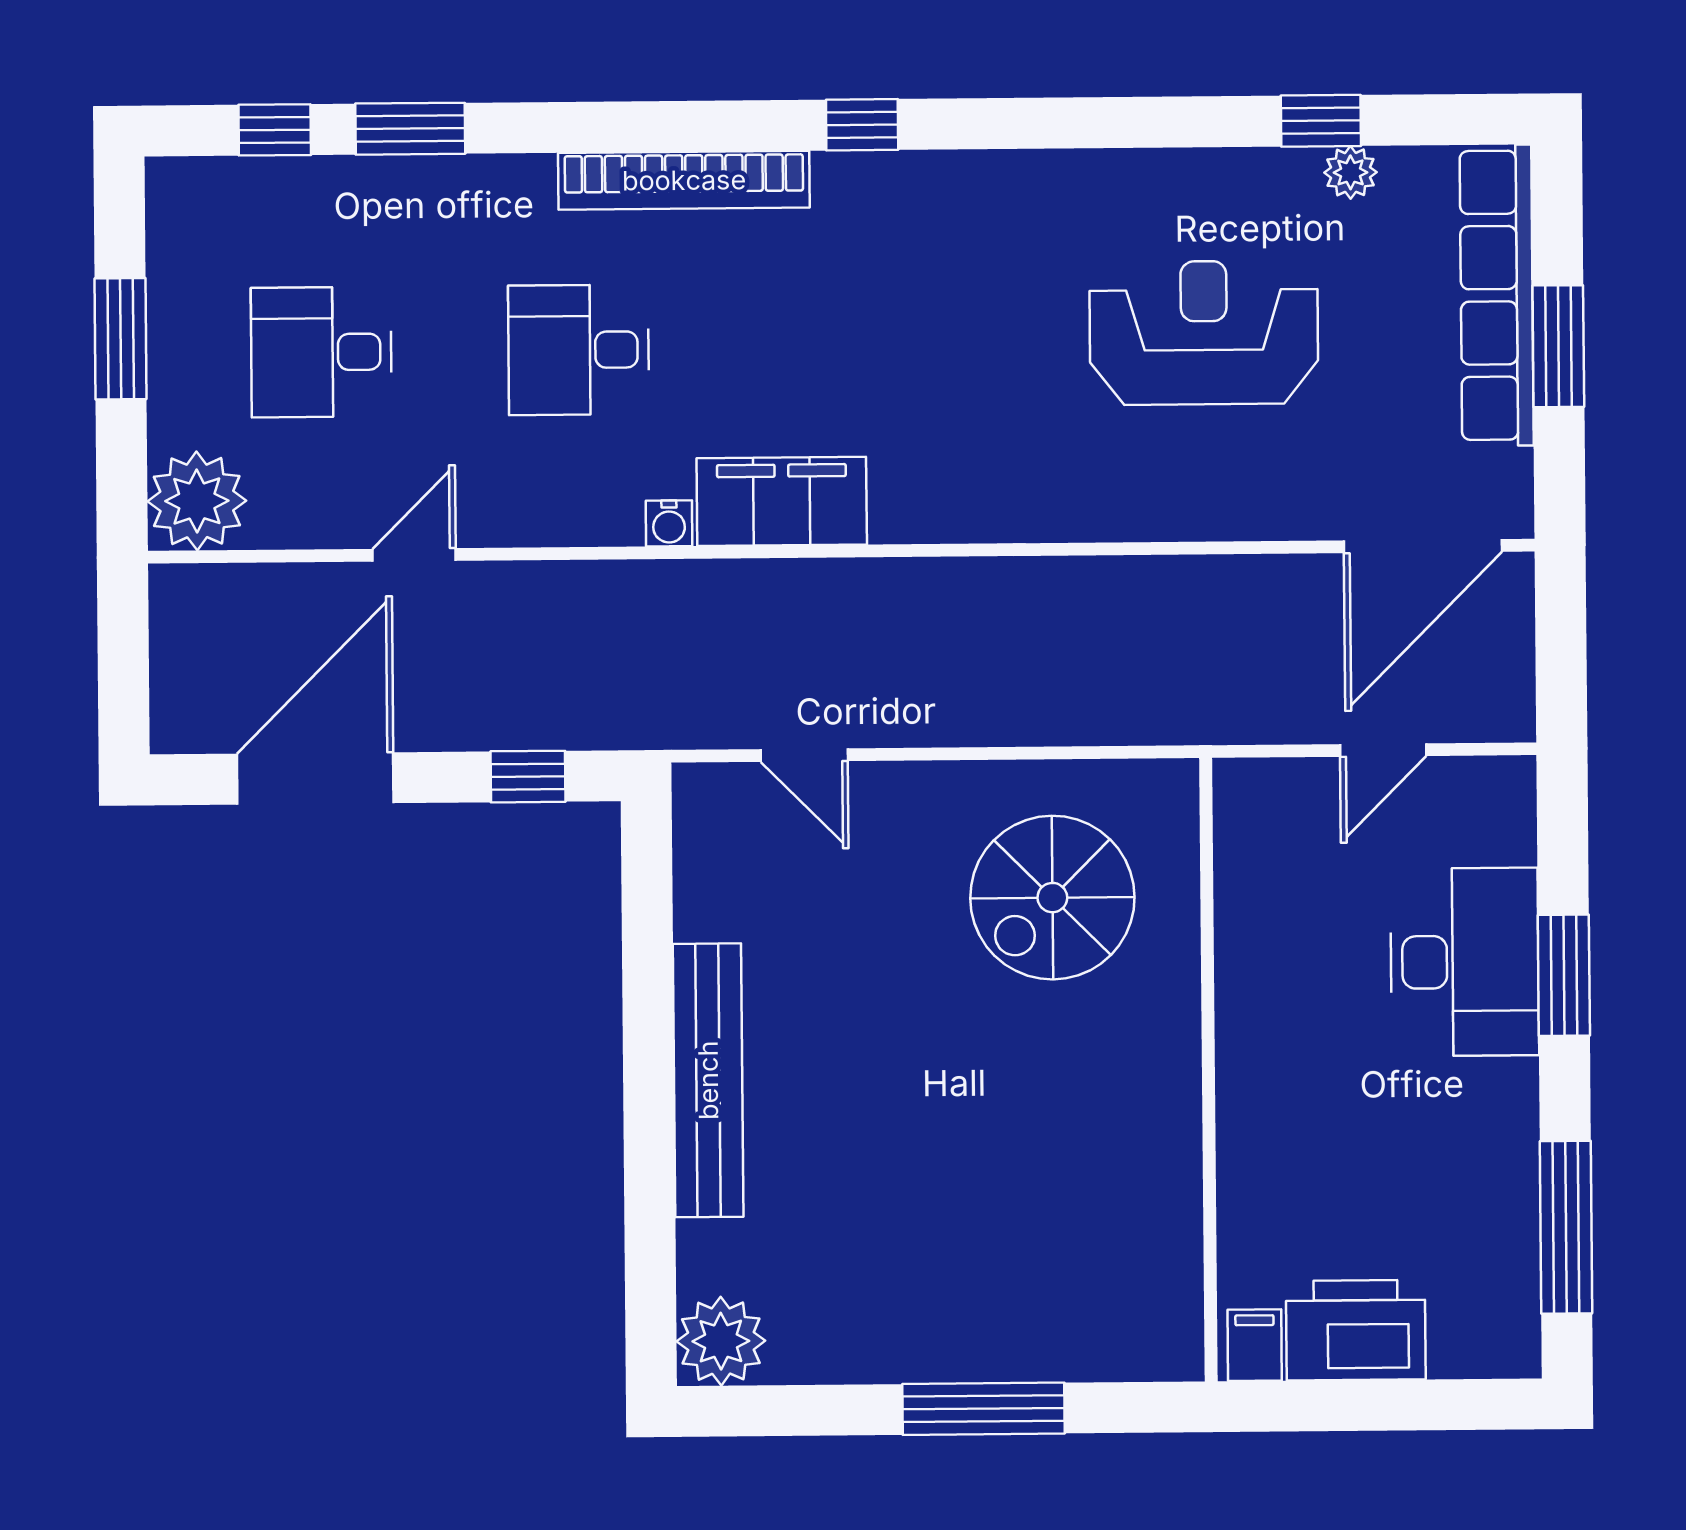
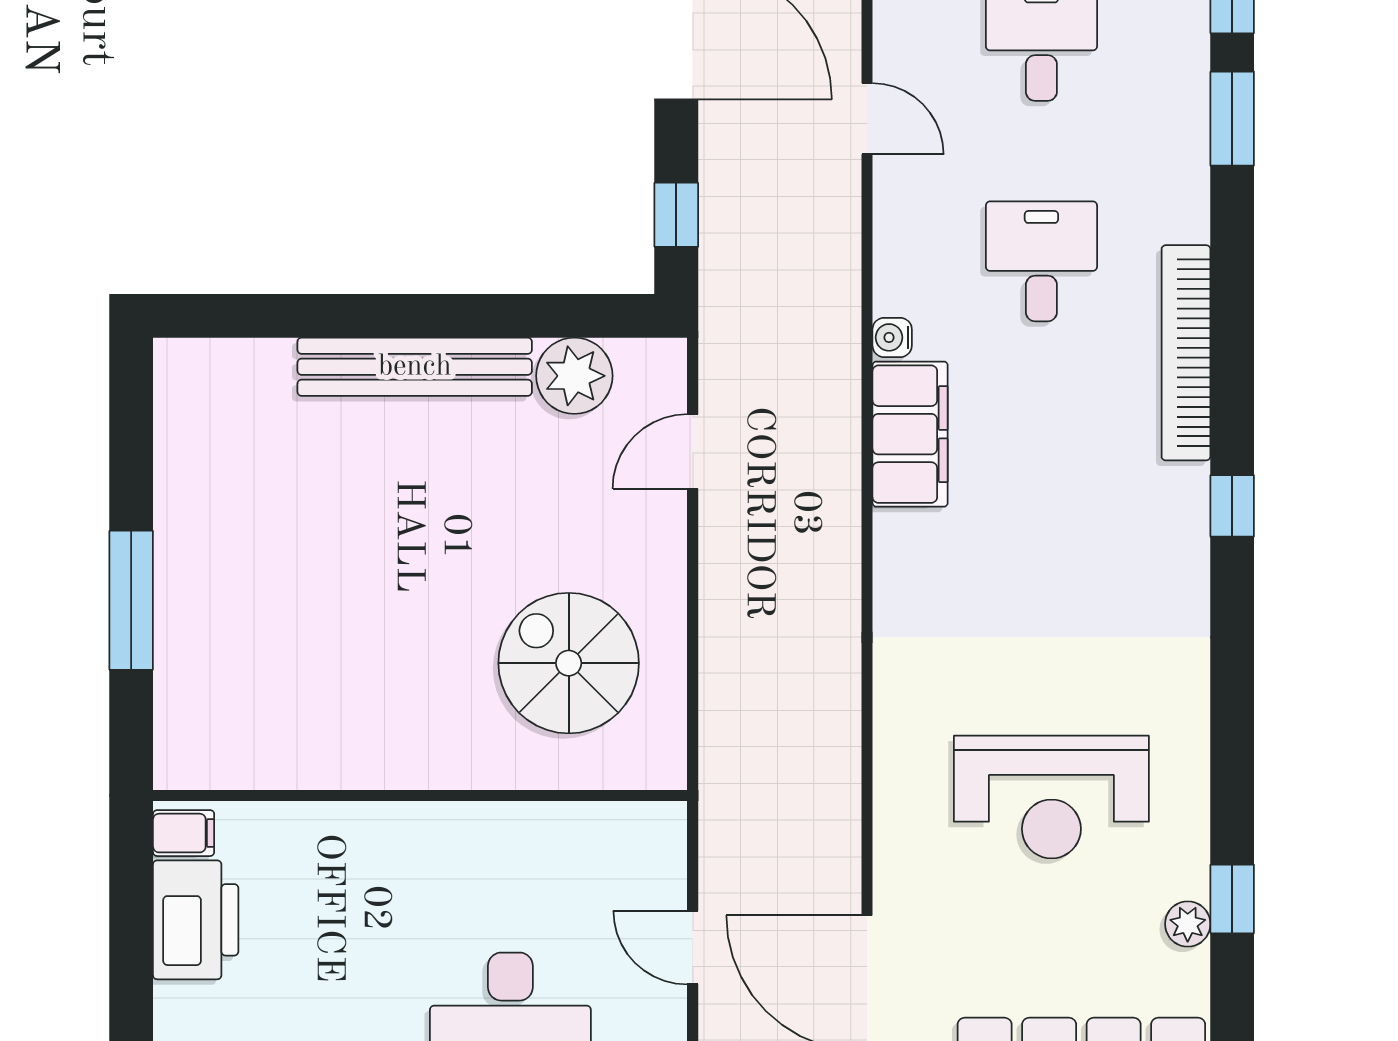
reception desk: (1204, 333) -> (1051, 797), turned 90
plant: (721, 1341) -> (574, 376), moved

